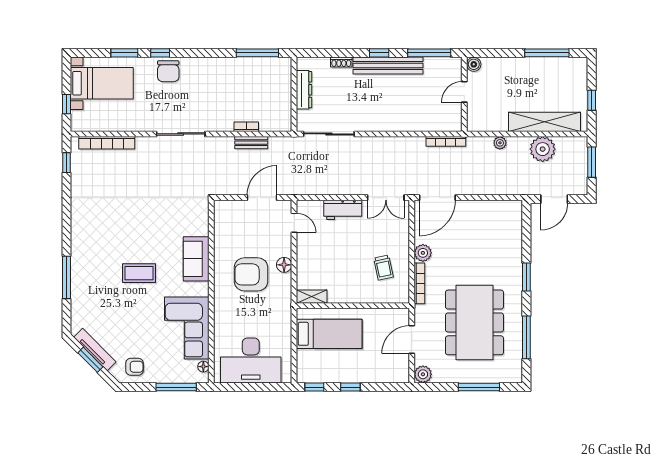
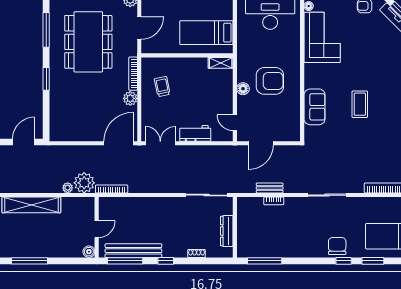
bench: (388, 65) -> (133, 251), moved
plant: (543, 149) -> (84, 183), moved
sofa: (196, 259) -> (315, 107), moved
coffee table: (139, 273) -> (360, 104), moved, turned 90

